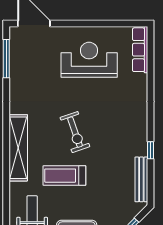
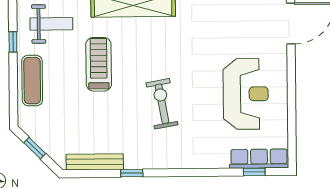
window: (151, 54) -> (254, 172), added
exercise bike: (75, 132) -> (162, 104), moved, turned 99

